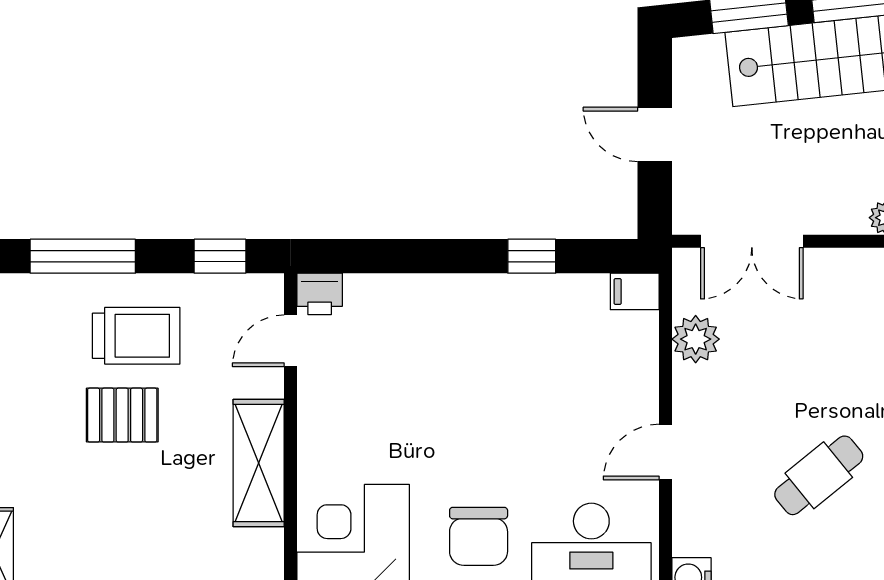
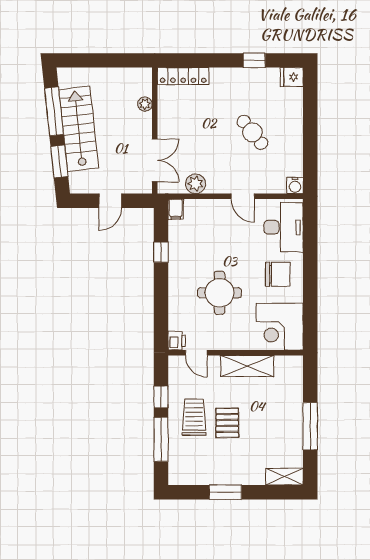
window: (220, 256) -> (161, 397), moved
round table: (434, 396) -> (219, 293), added

